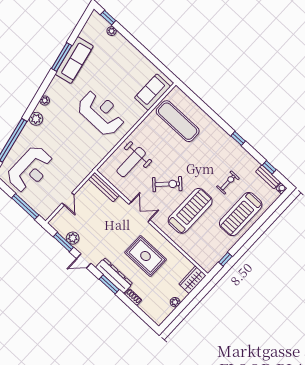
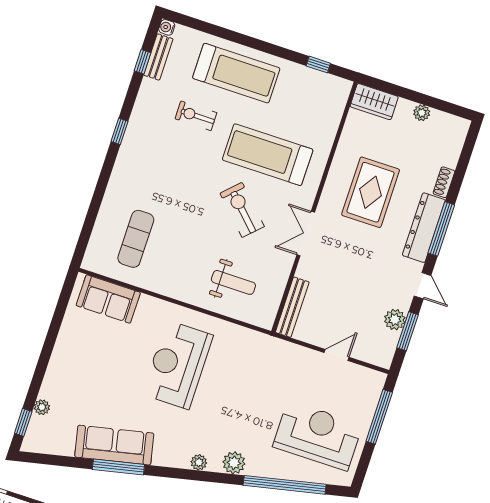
exercise mat: (178, 121) -> (136, 239), width x0.73, depth x0.69
weight bench: (131, 162) -> (233, 282), width x0.73, depth x0.75
window: (109, 284) -> (441, 229), width x1.44

